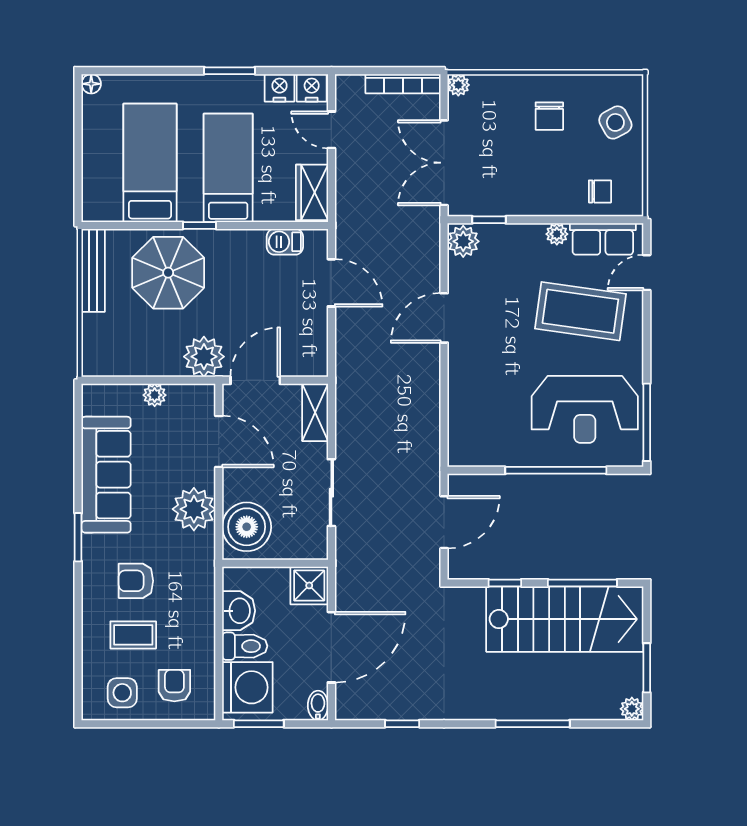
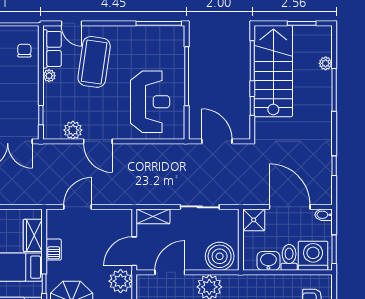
wardrobe: (312, 192) -> (33, 235), moved, turned 90
plant: (463, 241) -> (73, 130), moved
barbecue: (285, 242) -> (54, 250), moved
door: (255, 380) -> (134, 251), hinge flipped
reception desk: (585, 409) -> (150, 102), moved
plant: (632, 709) -> (326, 63), moved

